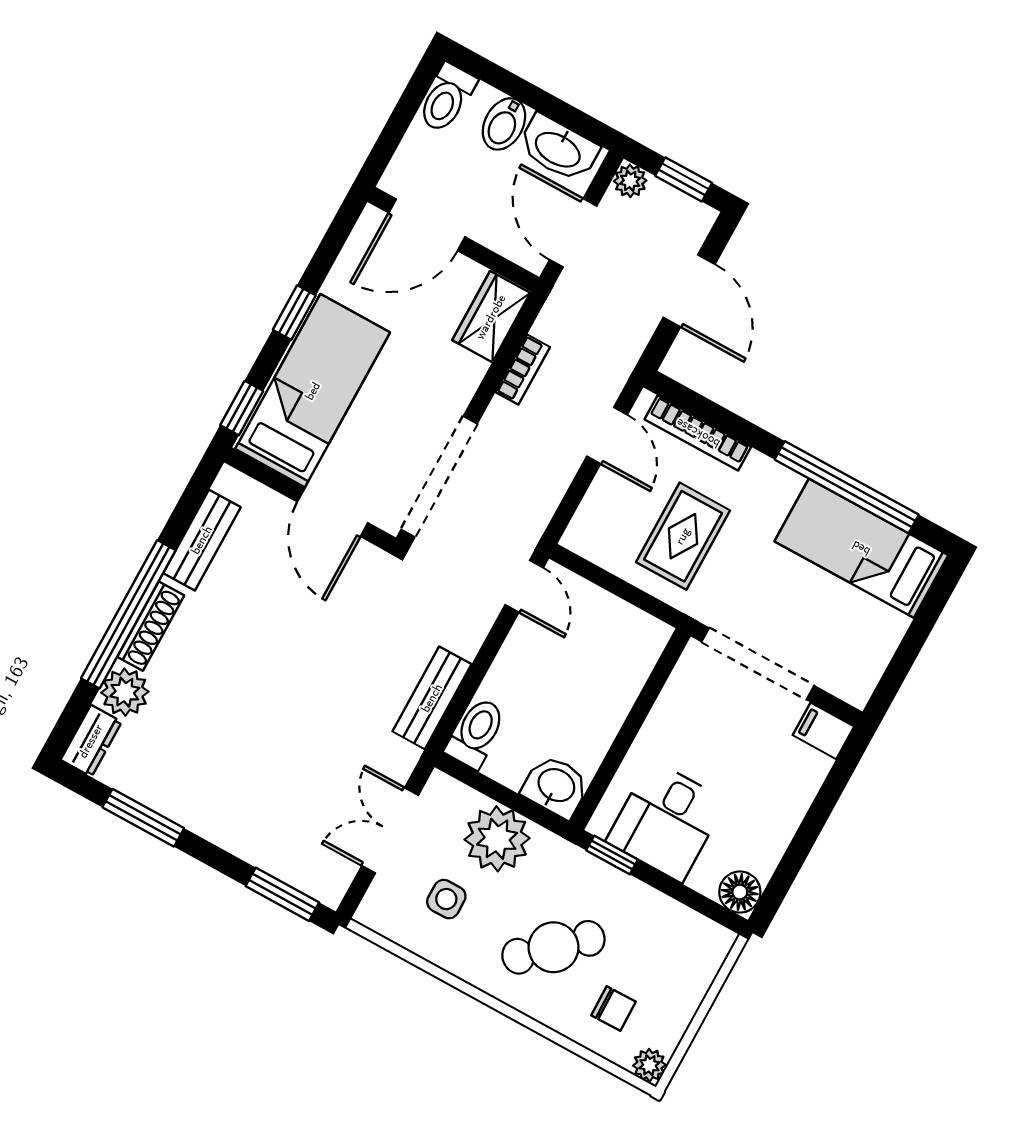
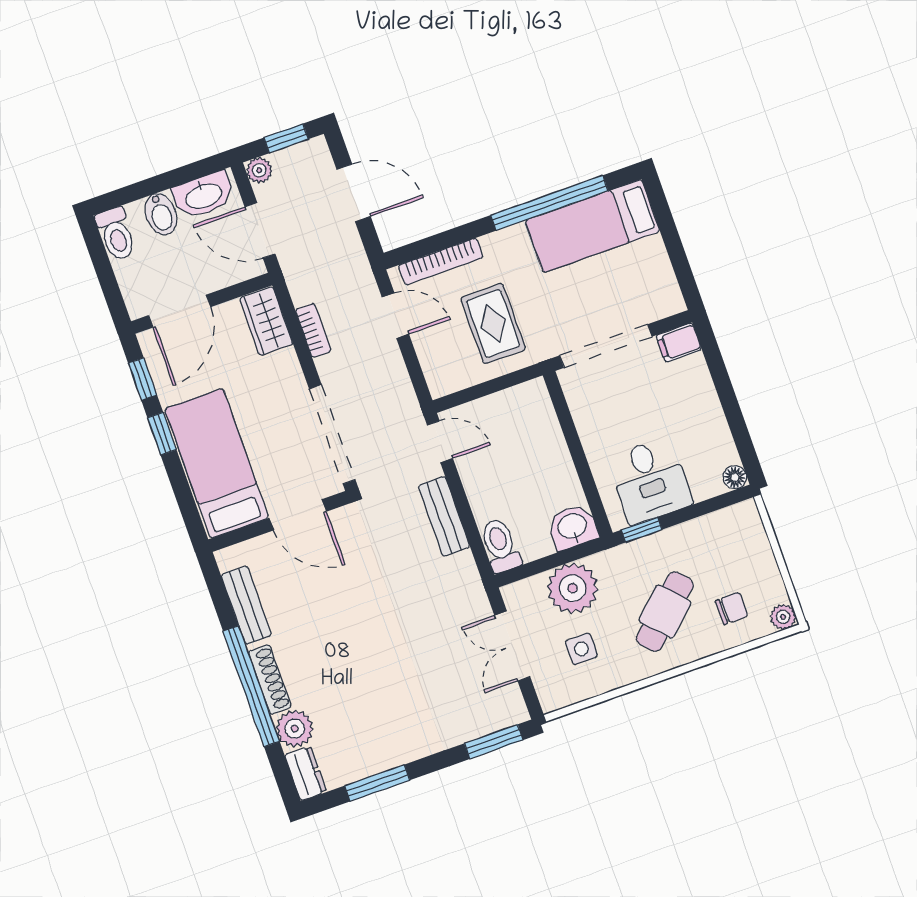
window: (242, 408) -> (143, 379), moved
bench: (432, 698) -> (444, 516), moved
floor lamp: (740, 892) -> (735, 477), width x0.73, depth x0.73

